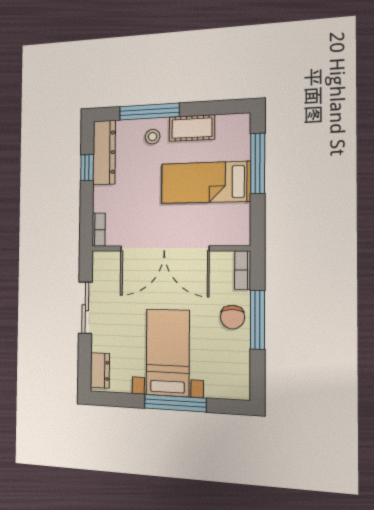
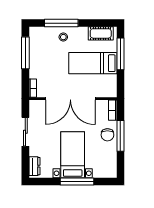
cot: (192, 128) -> (101, 33), moved
dresser: (104, 152) -> (35, 45), removed
window: (87, 168) -> (25, 53), width x2.17

